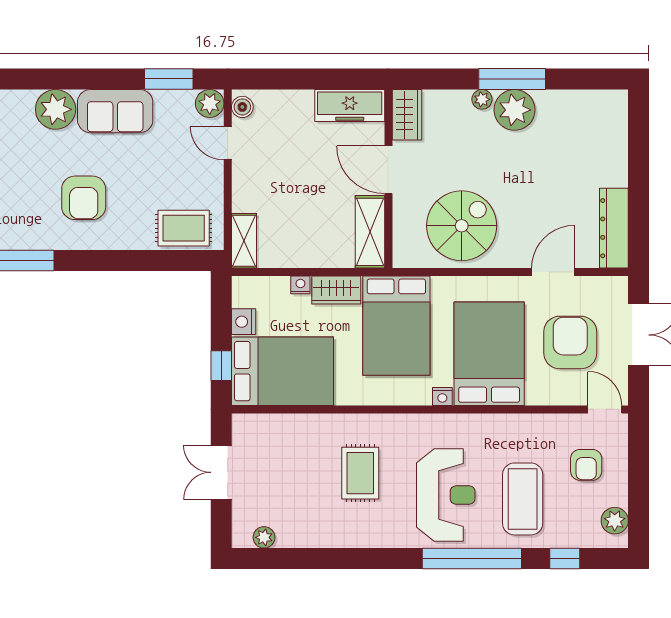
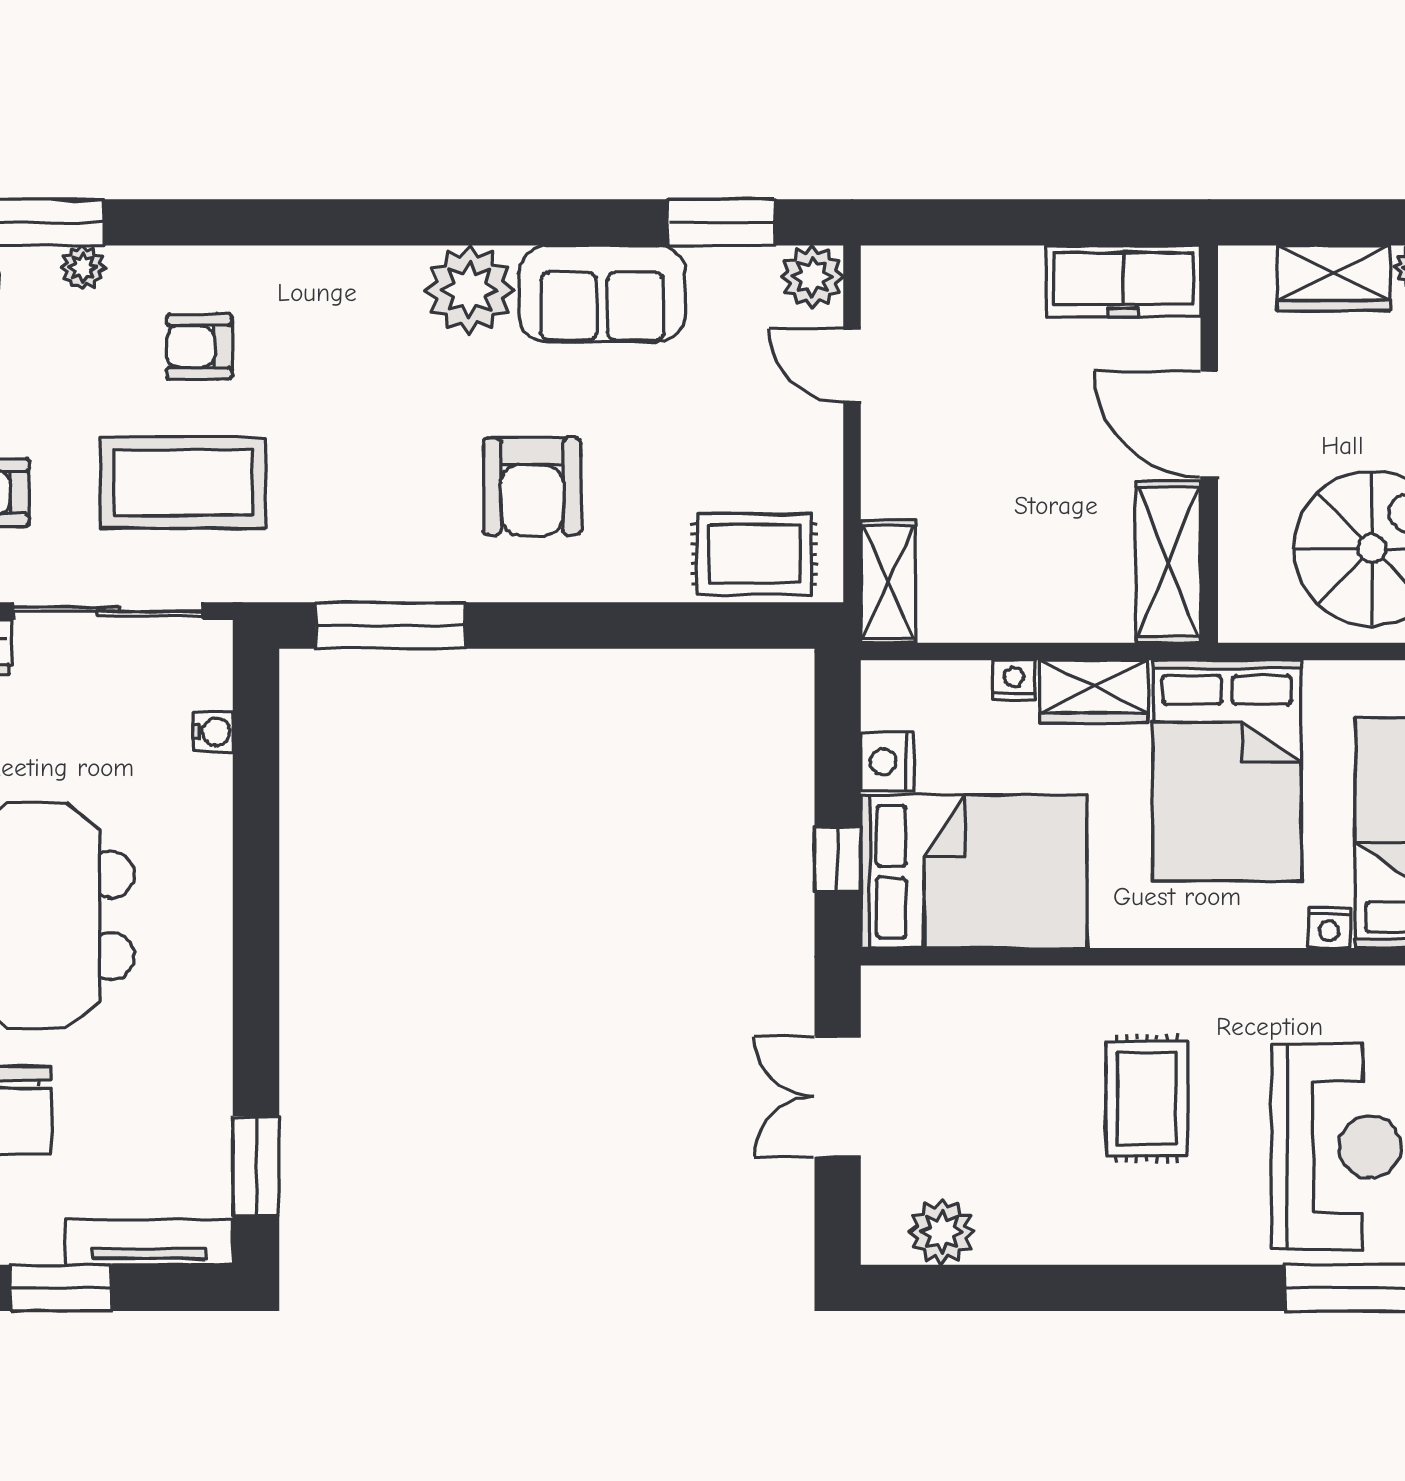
boiler: (242, 107) -> (885, 285), removed
wardrobe: (407, 115) -> (1334, 278), moved, turned 90
plant: (264, 537) -> (942, 1232), width x1.38, depth x1.38

